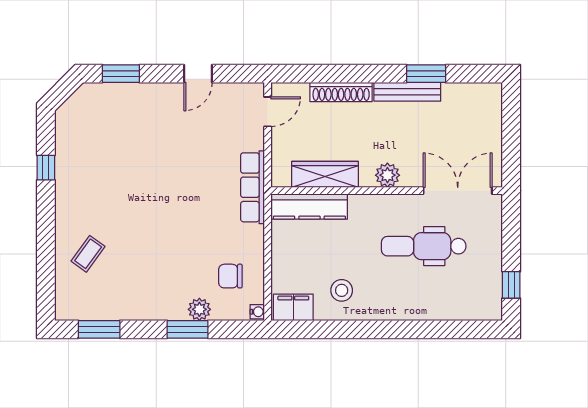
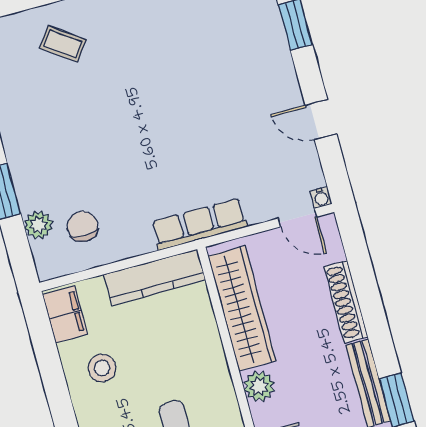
wardrobe: (325, 174) -> (242, 308), width x1.40, depth x1.17
kitchen counter: (309, 207) -> (155, 277), moved, turned -90
plant: (199, 309) -> (38, 225), moved
water cooler: (257, 312) -> (321, 197), moved

